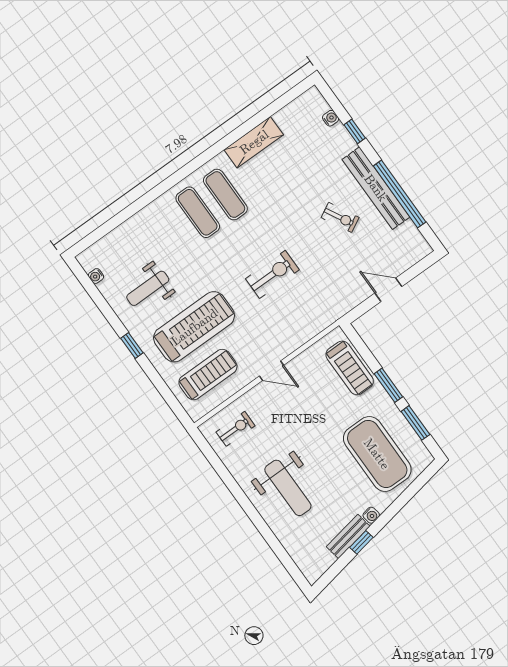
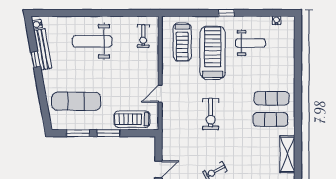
weight bench: (148, 288) -> (250, 43), turned 90
treadmill: (194, 327) -> (213, 53), turned 180
door: (271, 371) -> (160, 94), moved
exercise mat: (377, 454) -> (76, 101), width x0.68
water cooler: (371, 515) -> (37, 24), moved
bench: (348, 536) -> (43, 49), width x1.36

